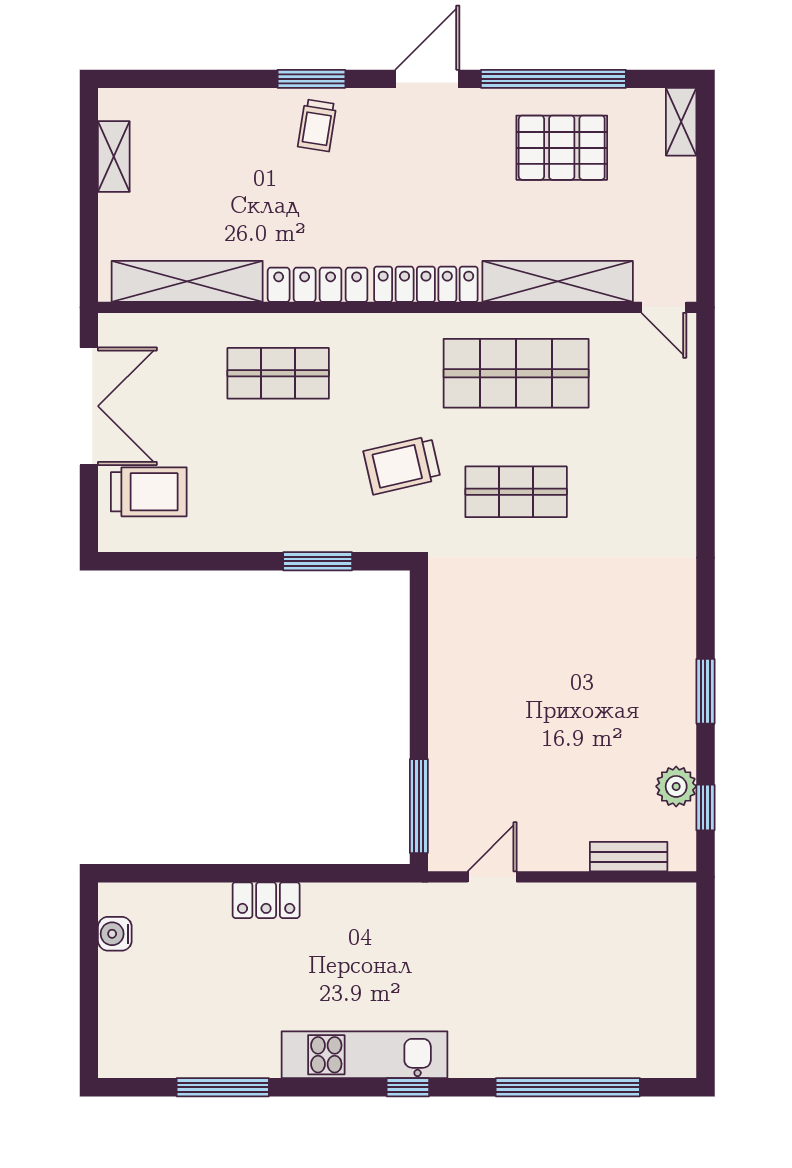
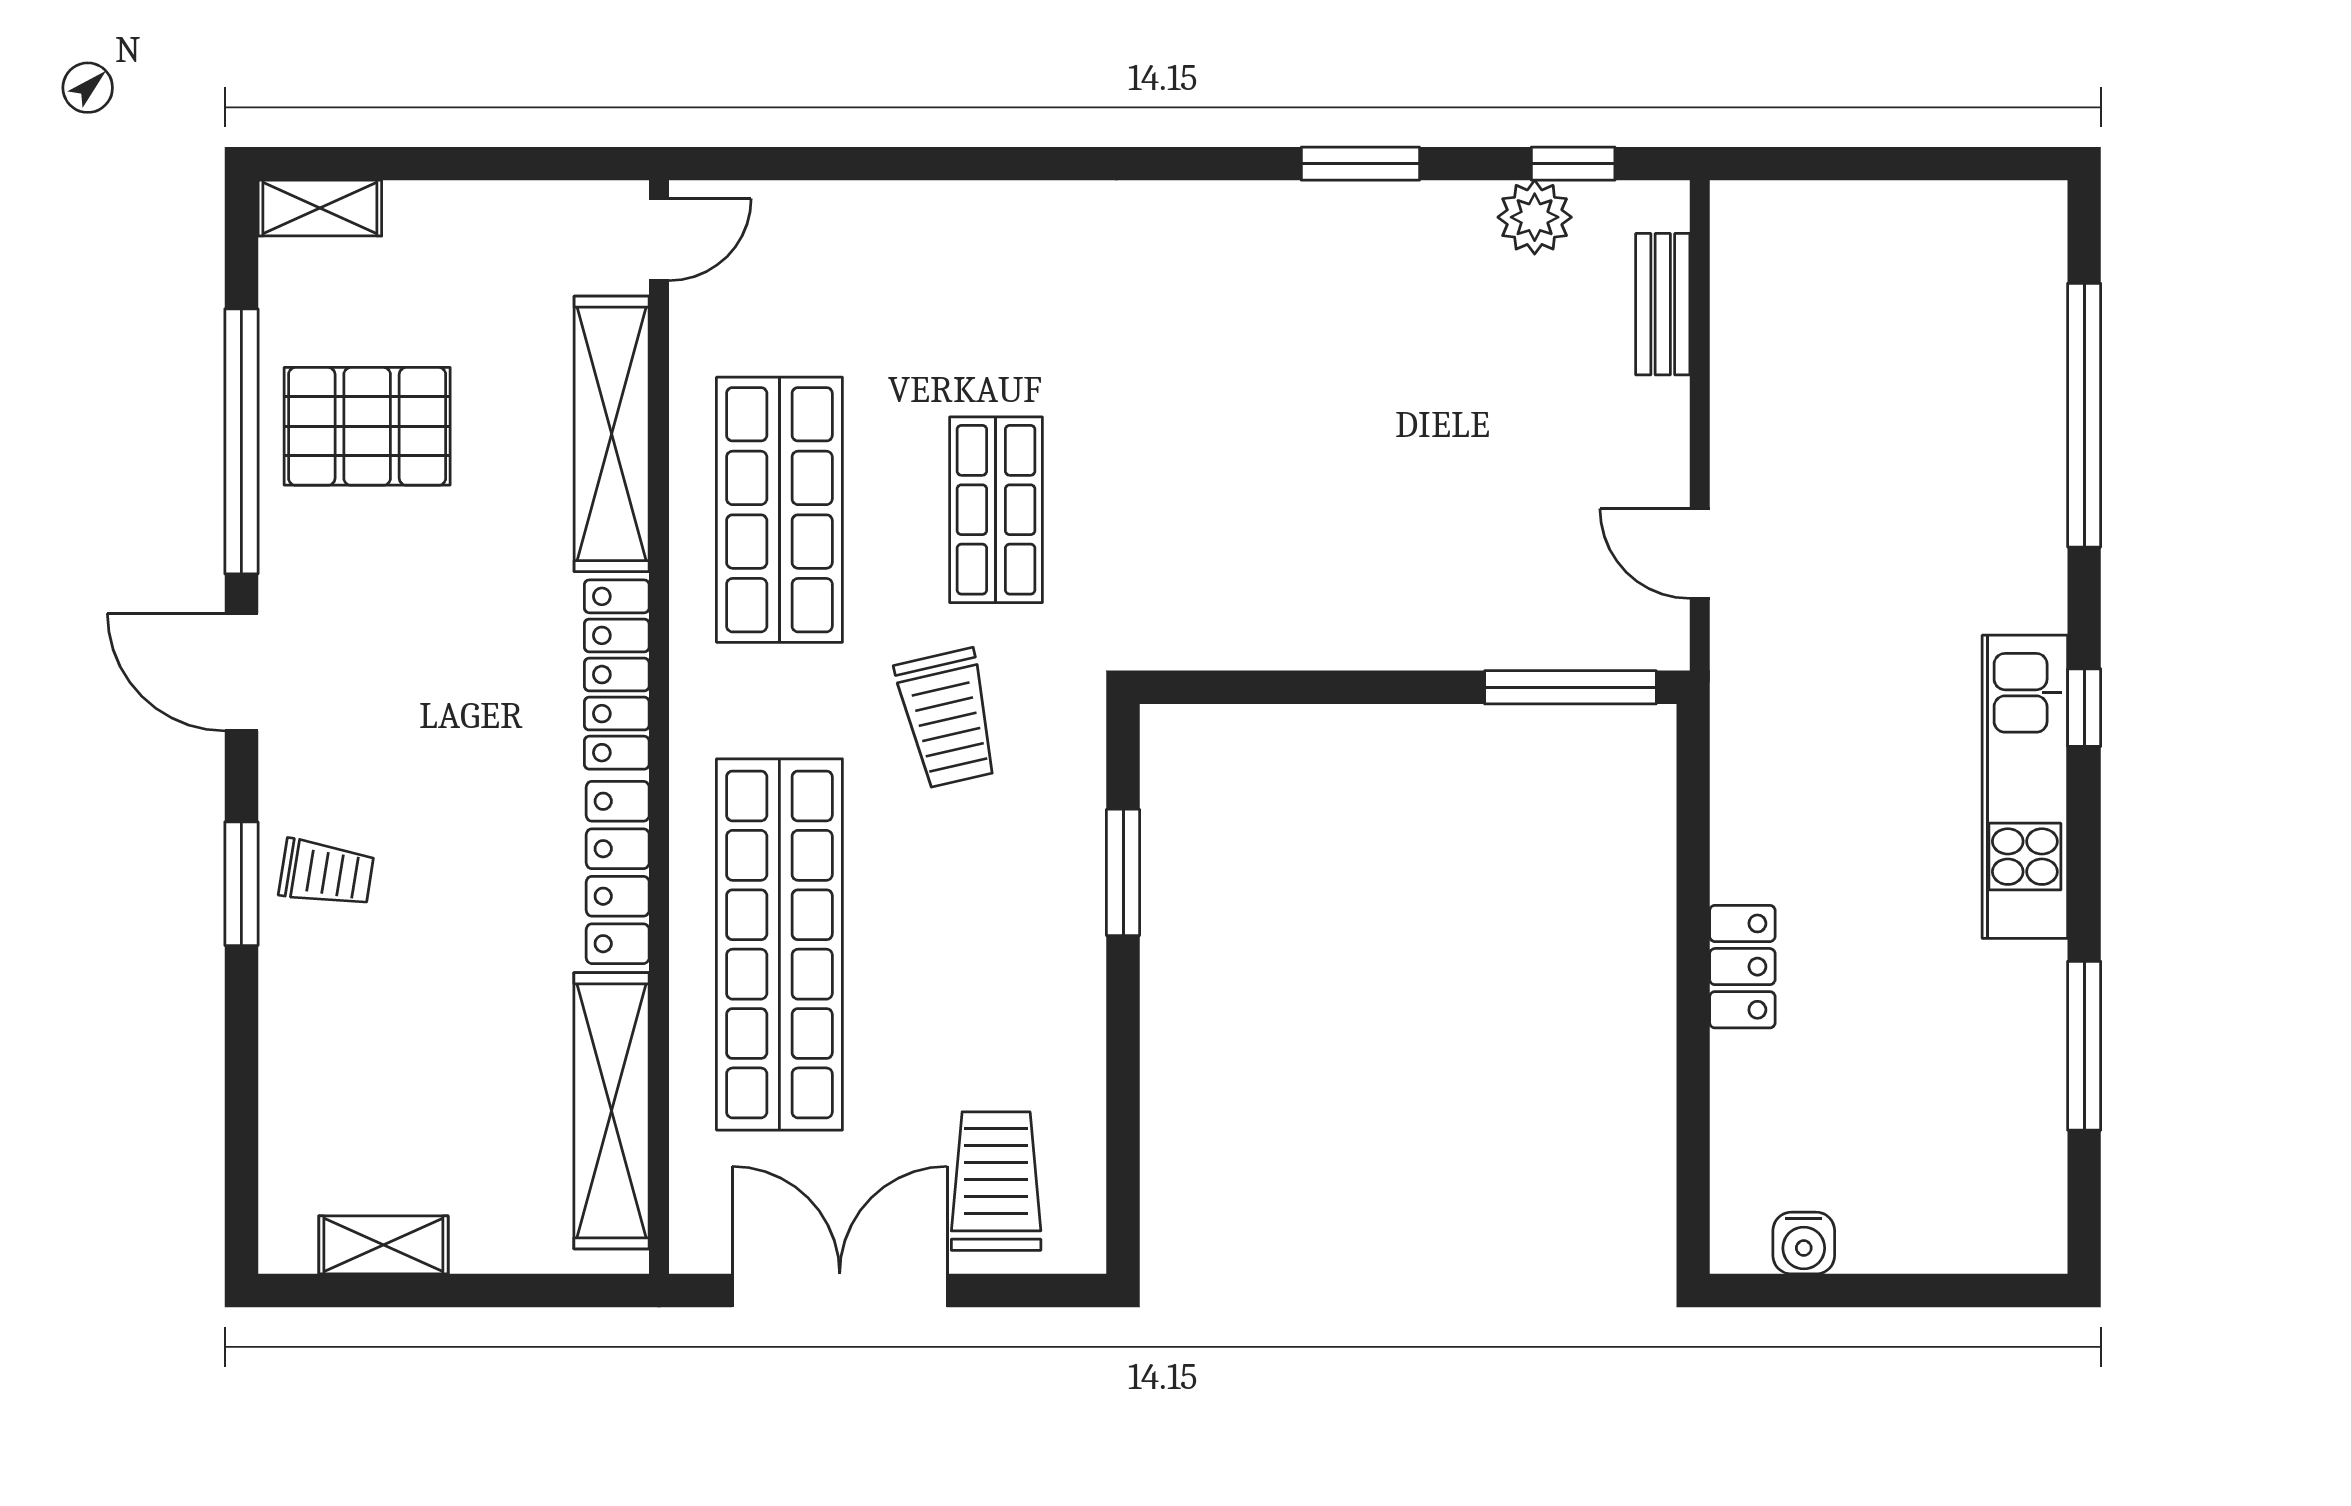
pallet: (562, 148) -> (367, 426), turned 90
shop shelf: (278, 373) -> (779, 944), width x2.00, depth x1.36

